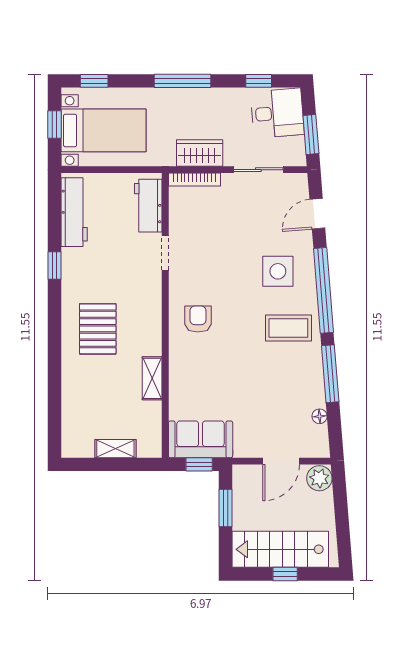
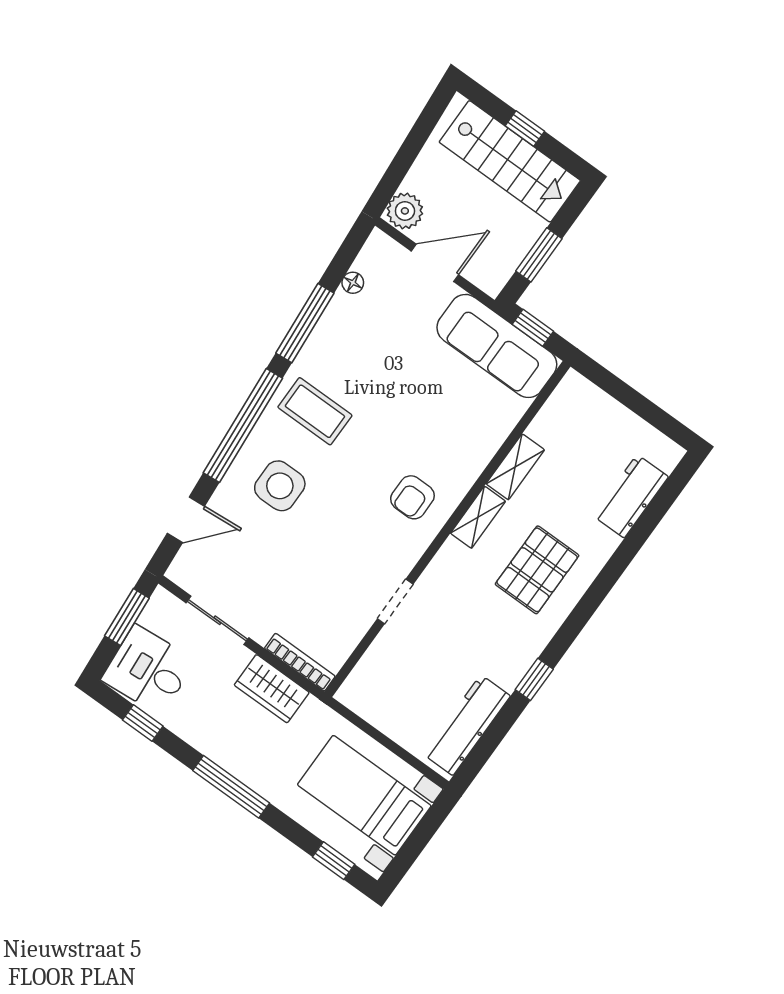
window: (55, 125) -> (416, 843), removed
workbench: (148, 206) -> (631, 496), moved, turned 180
sofa: (201, 439) -> (497, 346), width x1.36
shelving: (115, 449) -> (478, 517), moved, turned 90

